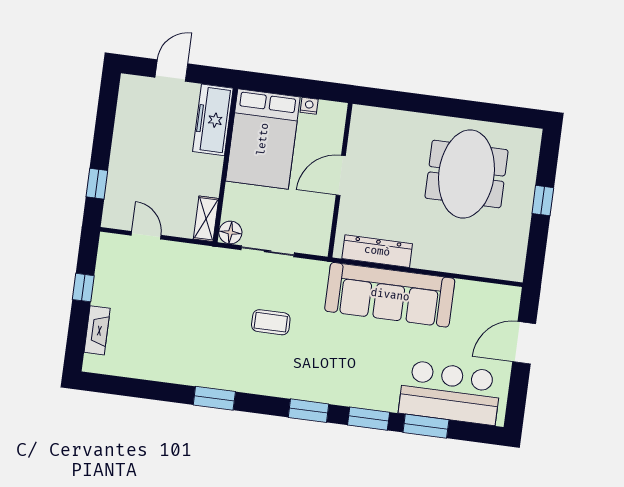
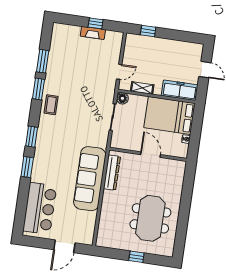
meeting table: (466, 174) -> (150, 218), turned 90
shelving: (206, 219) -> (142, 88), moved
door: (146, 235) -> (119, 72), moved
coffee table: (271, 322) -> (51, 105), moved
fireplace: (97, 330) -> (93, 33), moved
door: (524, 343) -> (64, 246), swing flipped
window: (426, 426) -> (43, 61), moved

